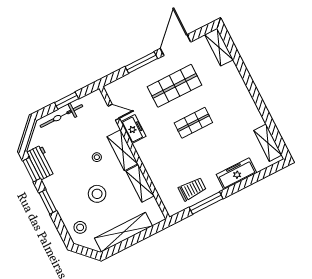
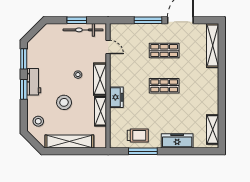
shelving: (219, 47) -> (213, 46), width x1.47
shop shelf: (175, 86) -> (164, 51), width x0.70, depth x0.74
bicycle: (61, 116) -> (83, 30), moved
freezer: (133, 129) -> (116, 97), moved
workbench: (41, 162) -> (34, 82), moved

